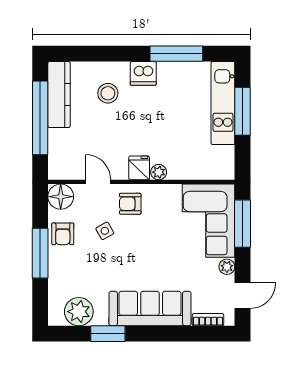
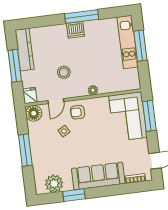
window: (176, 54) -> (82, 16), moved
stool: (108, 93) -> (64, 72), moved
window: (40, 118) -> (15, 66), width x0.68
fridge: (139, 168) -> (30, 96), moved
door: (98, 182) -> (56, 101), swing flipped
armchair: (63, 234) -> (38, 136), removed
plant: (227, 267) -> (143, 144), removed

